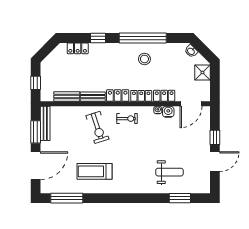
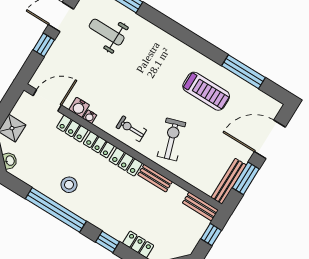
bench: (67, 96) -> (200, 206), moved
weight bench: (169, 172) -> (107, 32), moved
window: (67, 198) -> (243, 72), moved

